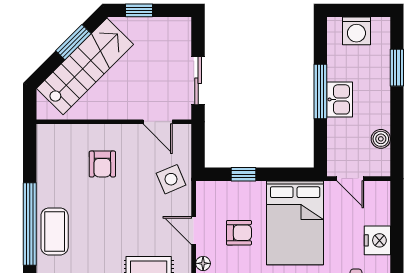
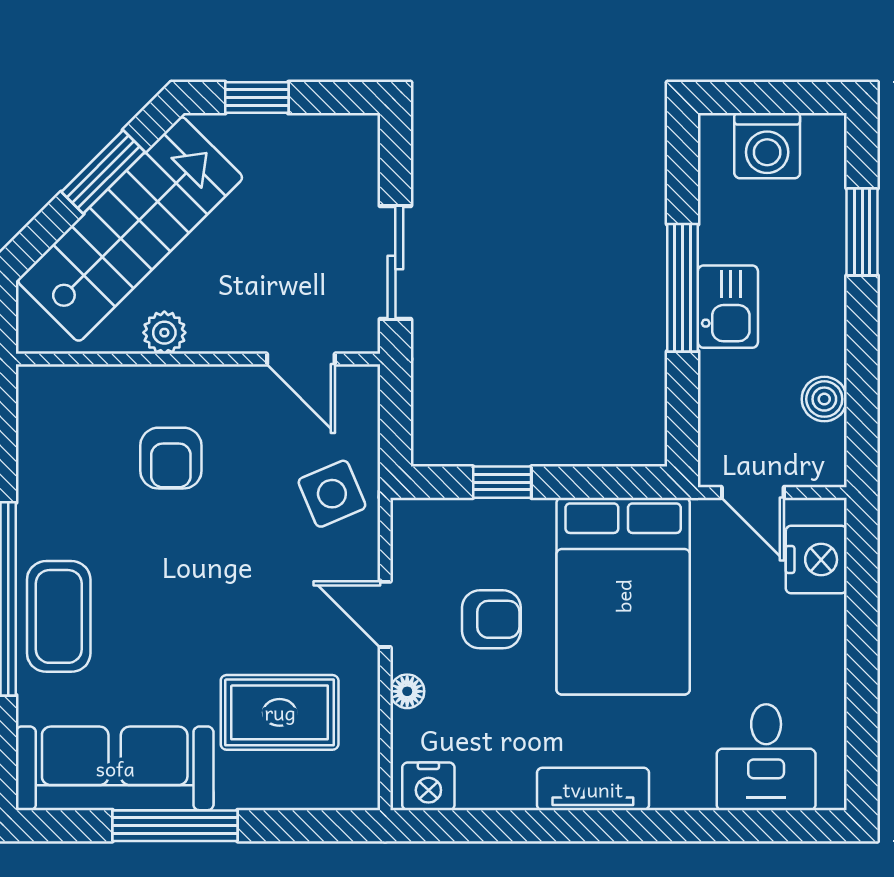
plant: (100, 111) -> (164, 333), added
nightstand: (377, 240) -> (816, 560), moved

